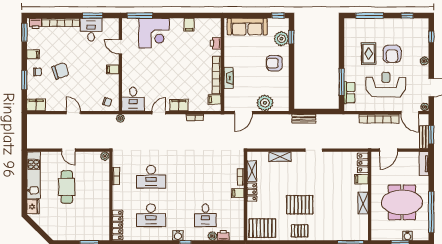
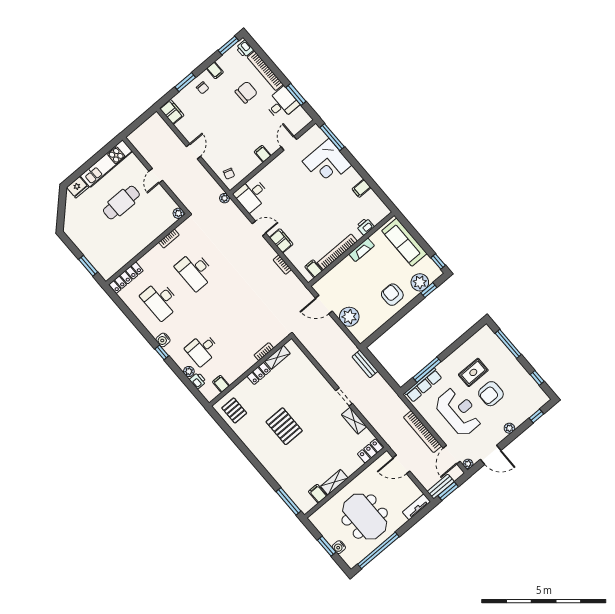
chair: (60, 71) -> (246, 92), moved, turned -71
fireplace: (229, 78) -> (362, 250), moved
row of seats: (349, 93) -> (423, 385), width x1.48
shelving: (280, 157) -> (354, 421), moved
filing cabinet: (361, 179) -> (318, 494), moved
filing cabinet: (238, 193) -> (221, 384), moved
pallet: (262, 228) -> (234, 410), width x0.67, depth x0.71
pallet: (300, 231) -> (260, 446), removed

